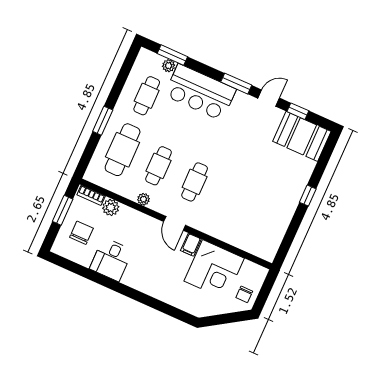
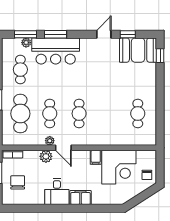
window: (236, 84) -> (55, 34), moved
window: (308, 196) -> (160, 56), moved
plant: (111, 208) -> (46, 156), moved
cafe table: (267, 214) -> (138, 114), added
door: (175, 223) -> (63, 148), moved
desk: (111, 259) -> (57, 192), moved
filing cabinet: (150, 286) -> (81, 198), added

